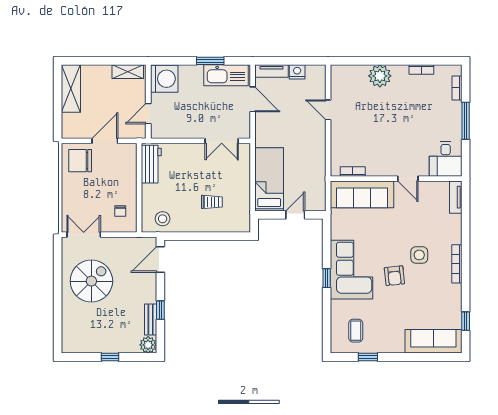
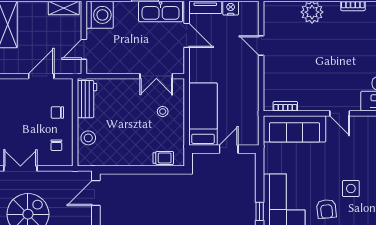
chair: (80, 161) -> (57, 113), moved, width x0.54, depth x0.54
stool: (228, 177) -> (163, 111), added
trolley: (212, 202) -> (163, 158), moved
stool: (163, 219) -> (88, 138), moved

